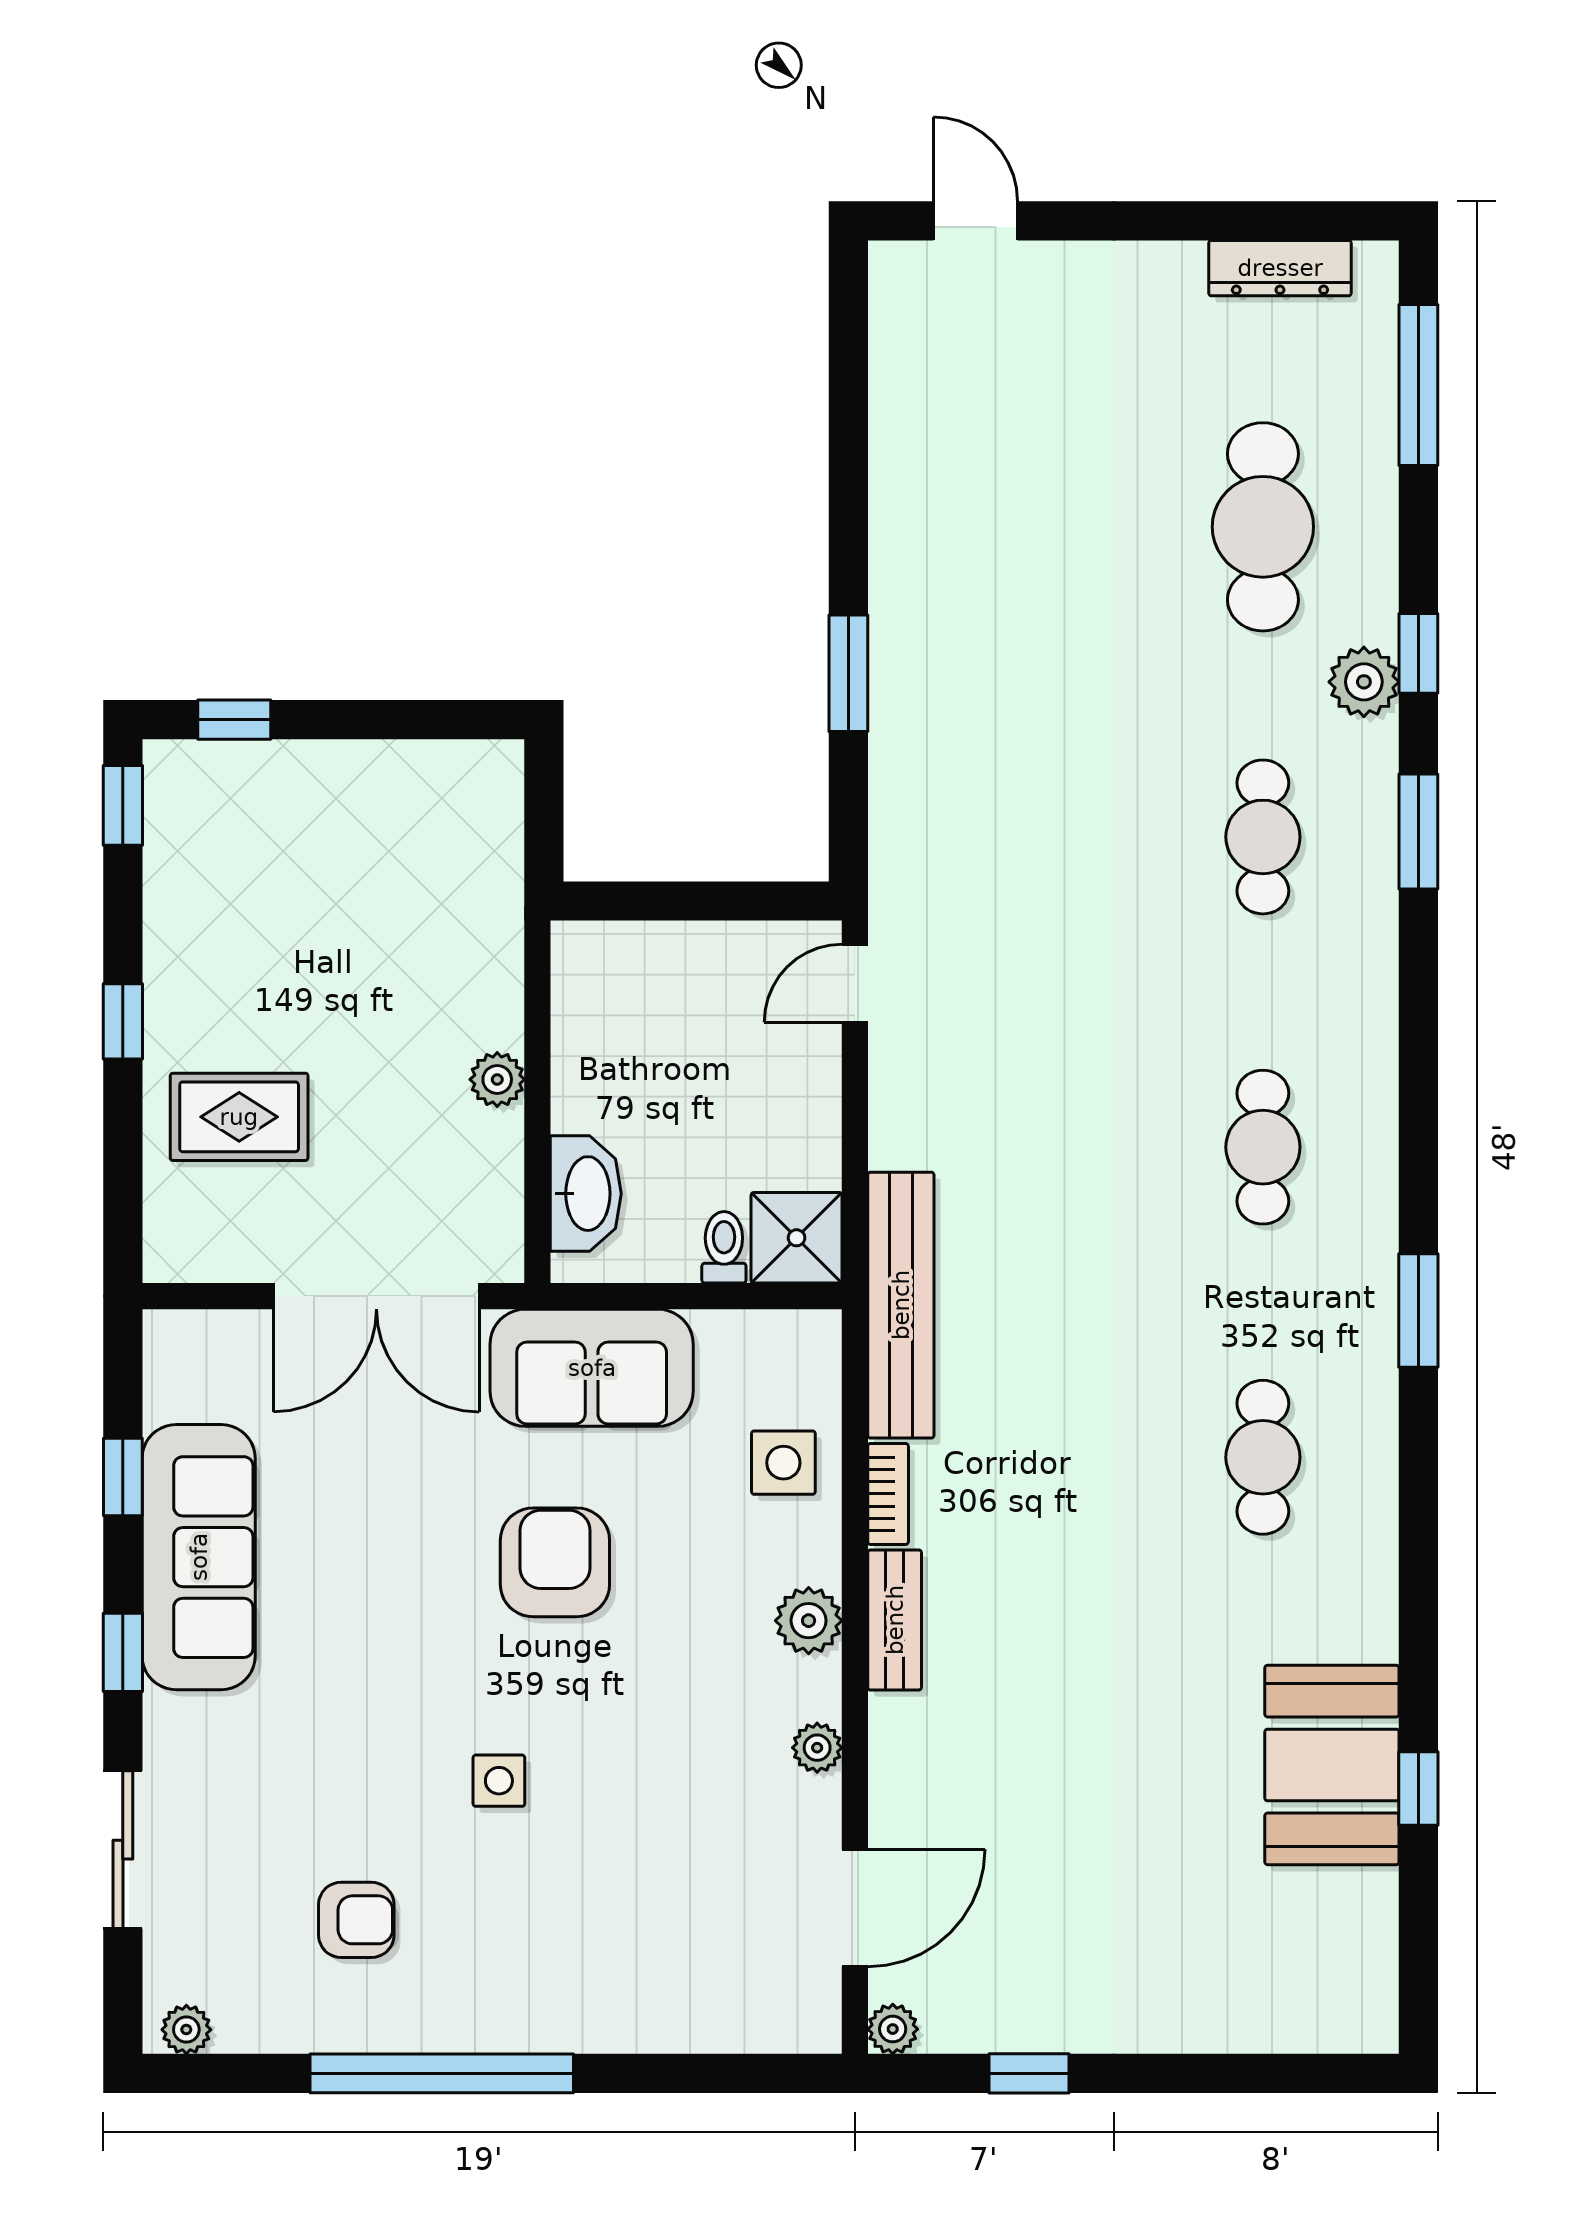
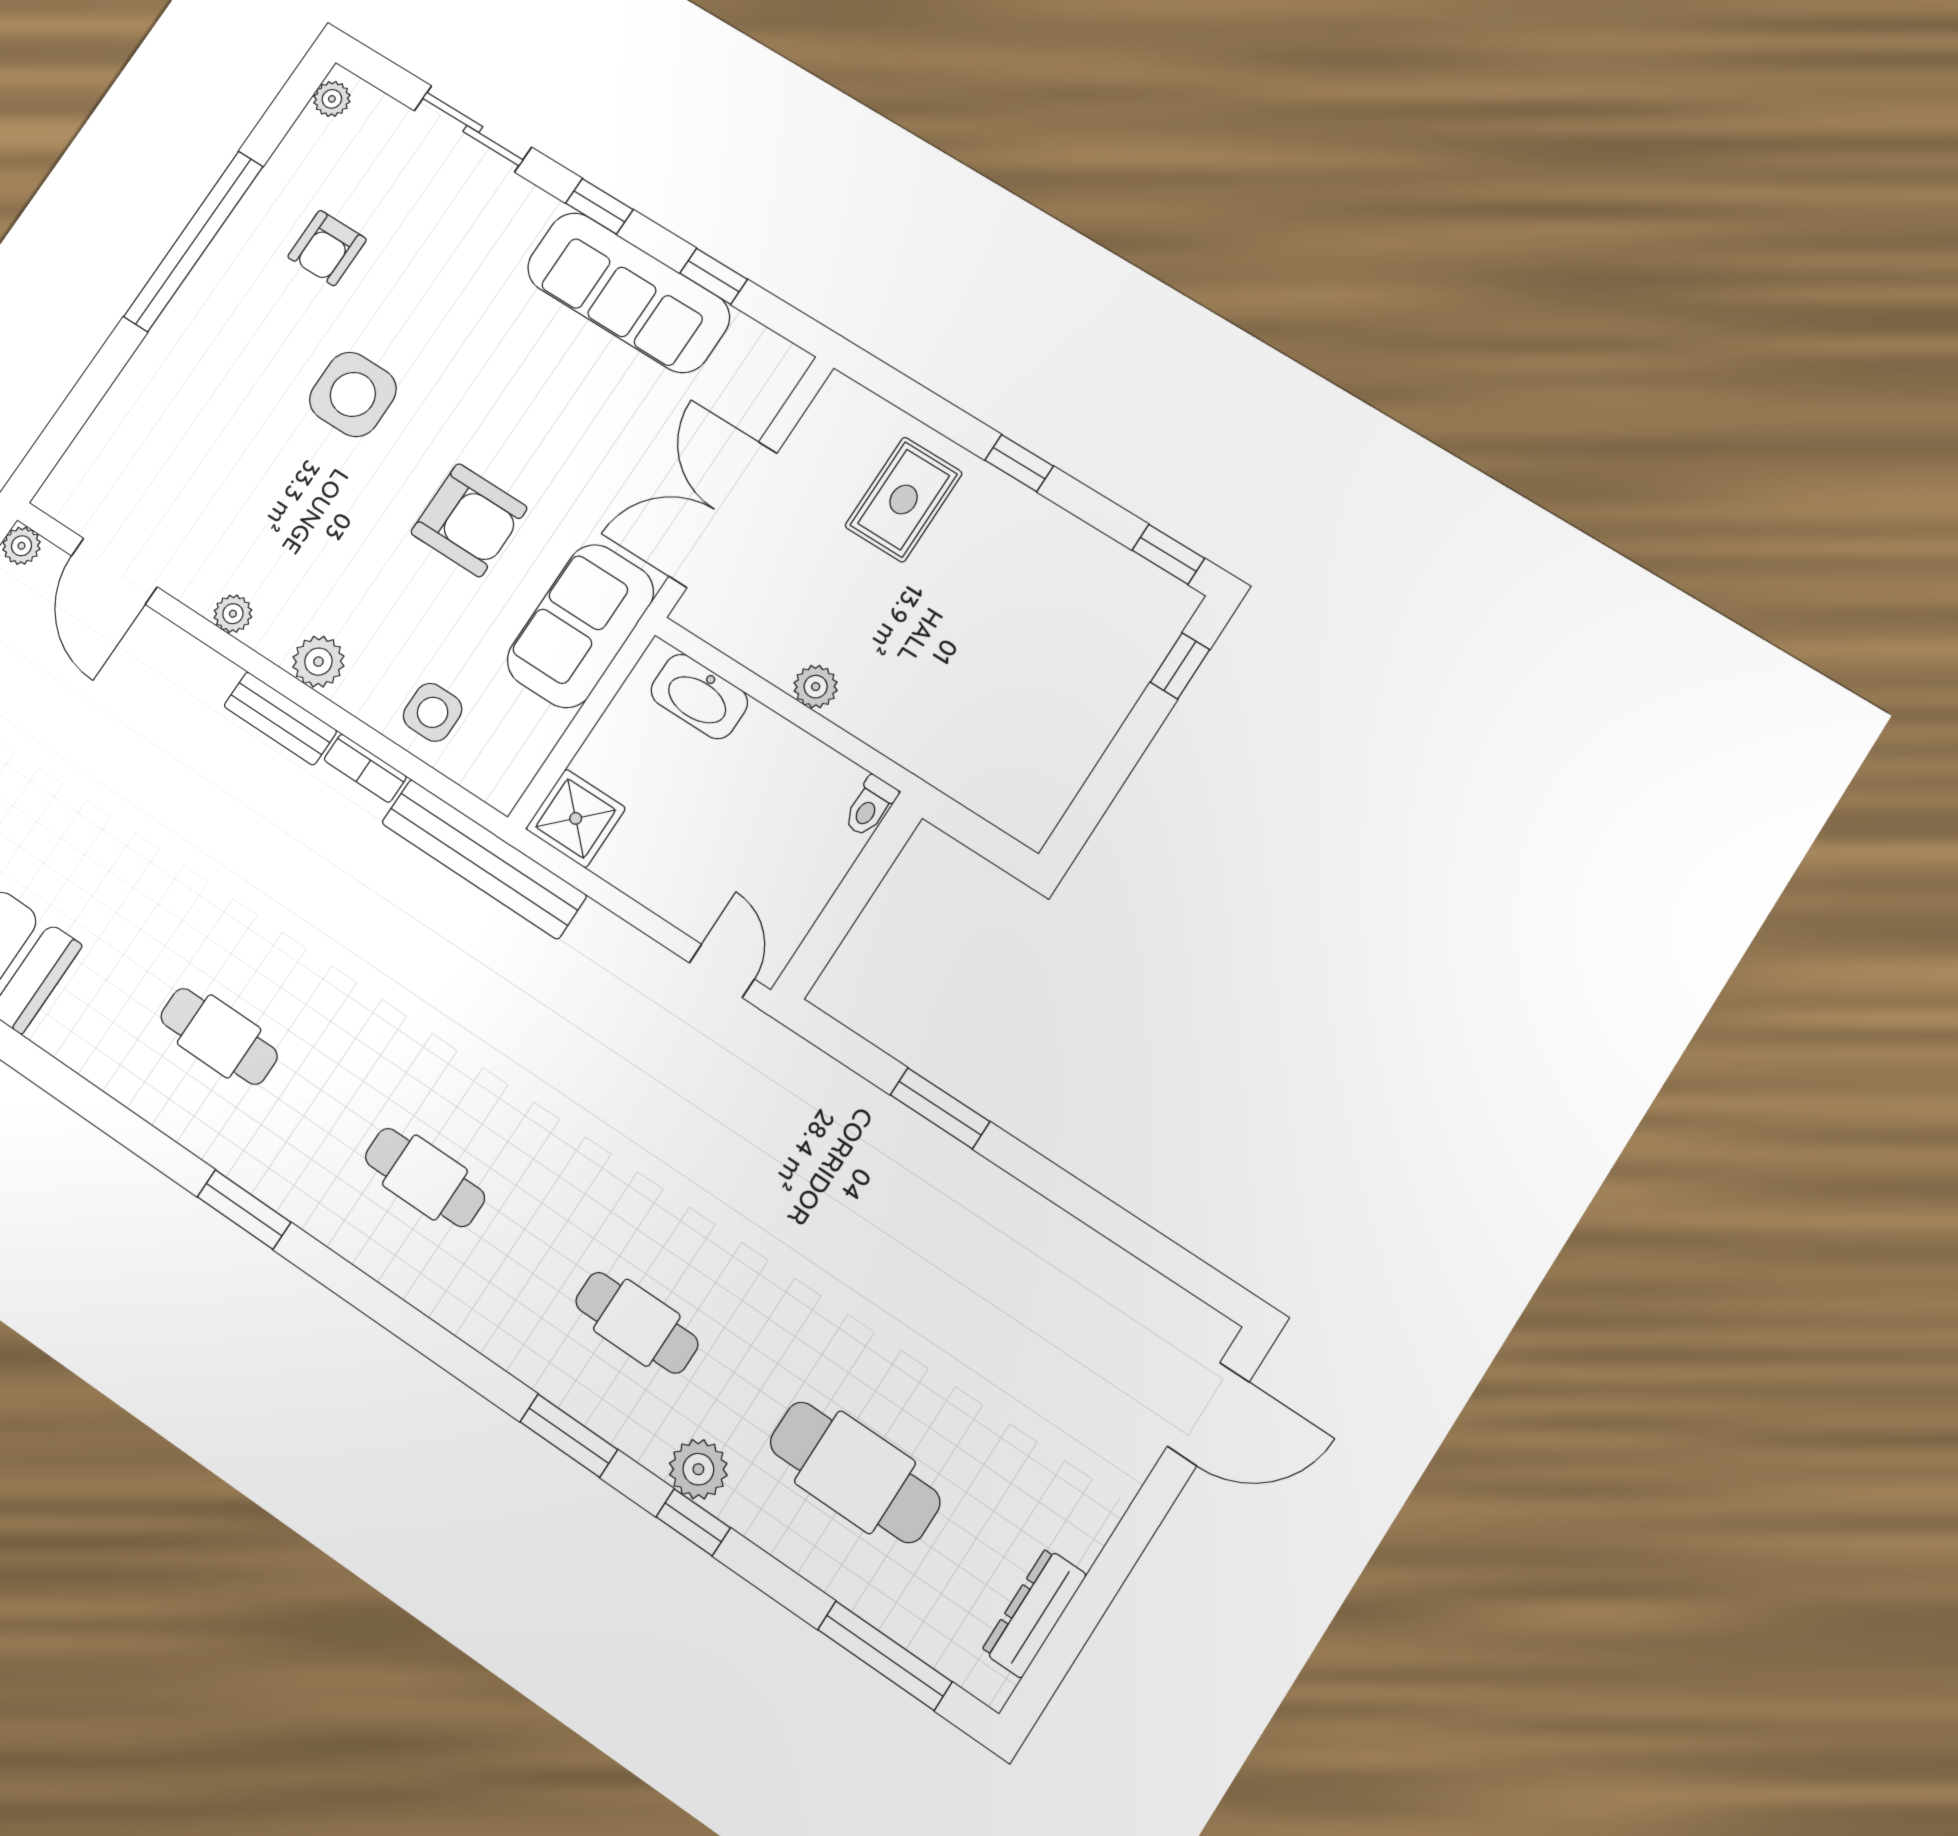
door: (975, 221) -> (1208, 1414), width x1.38
toilet: (724, 1247) -> (870, 806), moved, turned 90
side table: (499, 1781) -> (353, 394), width x1.87, depth x1.87

